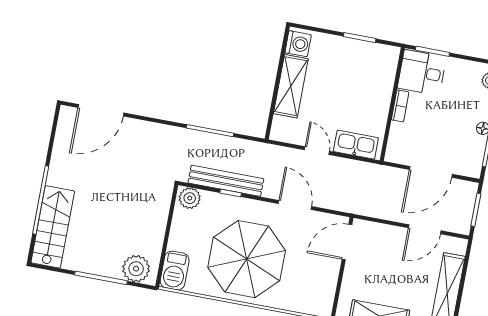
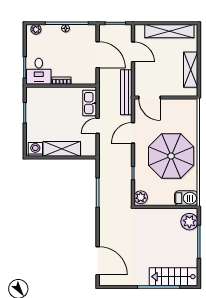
bench: (226, 181) -> (126, 92), moved

